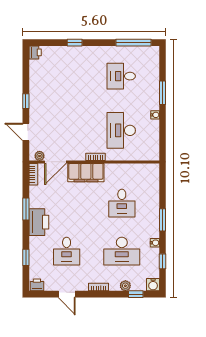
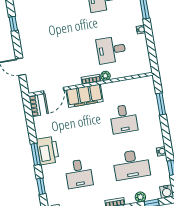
window: (26, 101) -> (13, 24), moved
desk: (121, 130) -> (111, 50), width x0.73
plant: (40, 156) -> (105, 76), moved
window: (26, 209) -> (36, 154), moved
window: (163, 220) -> (161, 104), moved

